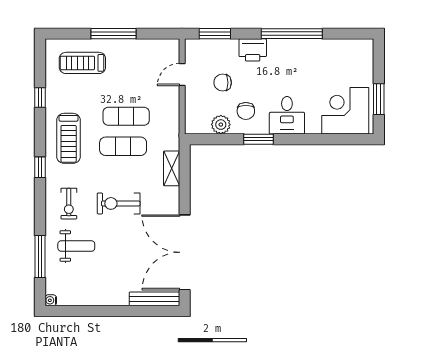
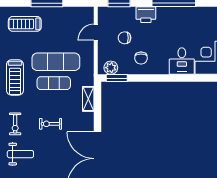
desk: (287, 115) -> (182, 61), moved
exercise mat: (126, 116) -> (56, 62), width x1.36, depth x1.45
plant: (221, 125) -> (111, 68), moved
window: (258, 139) -> (117, 78), moved
exercise bike: (119, 203) -> (51, 124), width x0.73, depth x0.72

